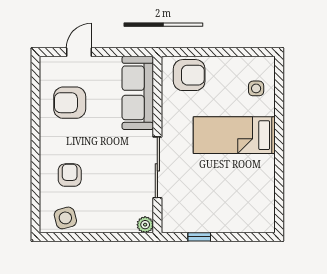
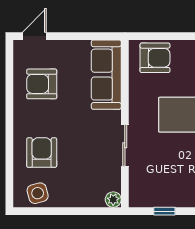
door: (79, 52) -> (34, 36), moved
sliding door: (157, 167) -> (125, 145), width x0.73
armchair: (70, 175) -> (42, 153), width x1.38, depth x1.38

